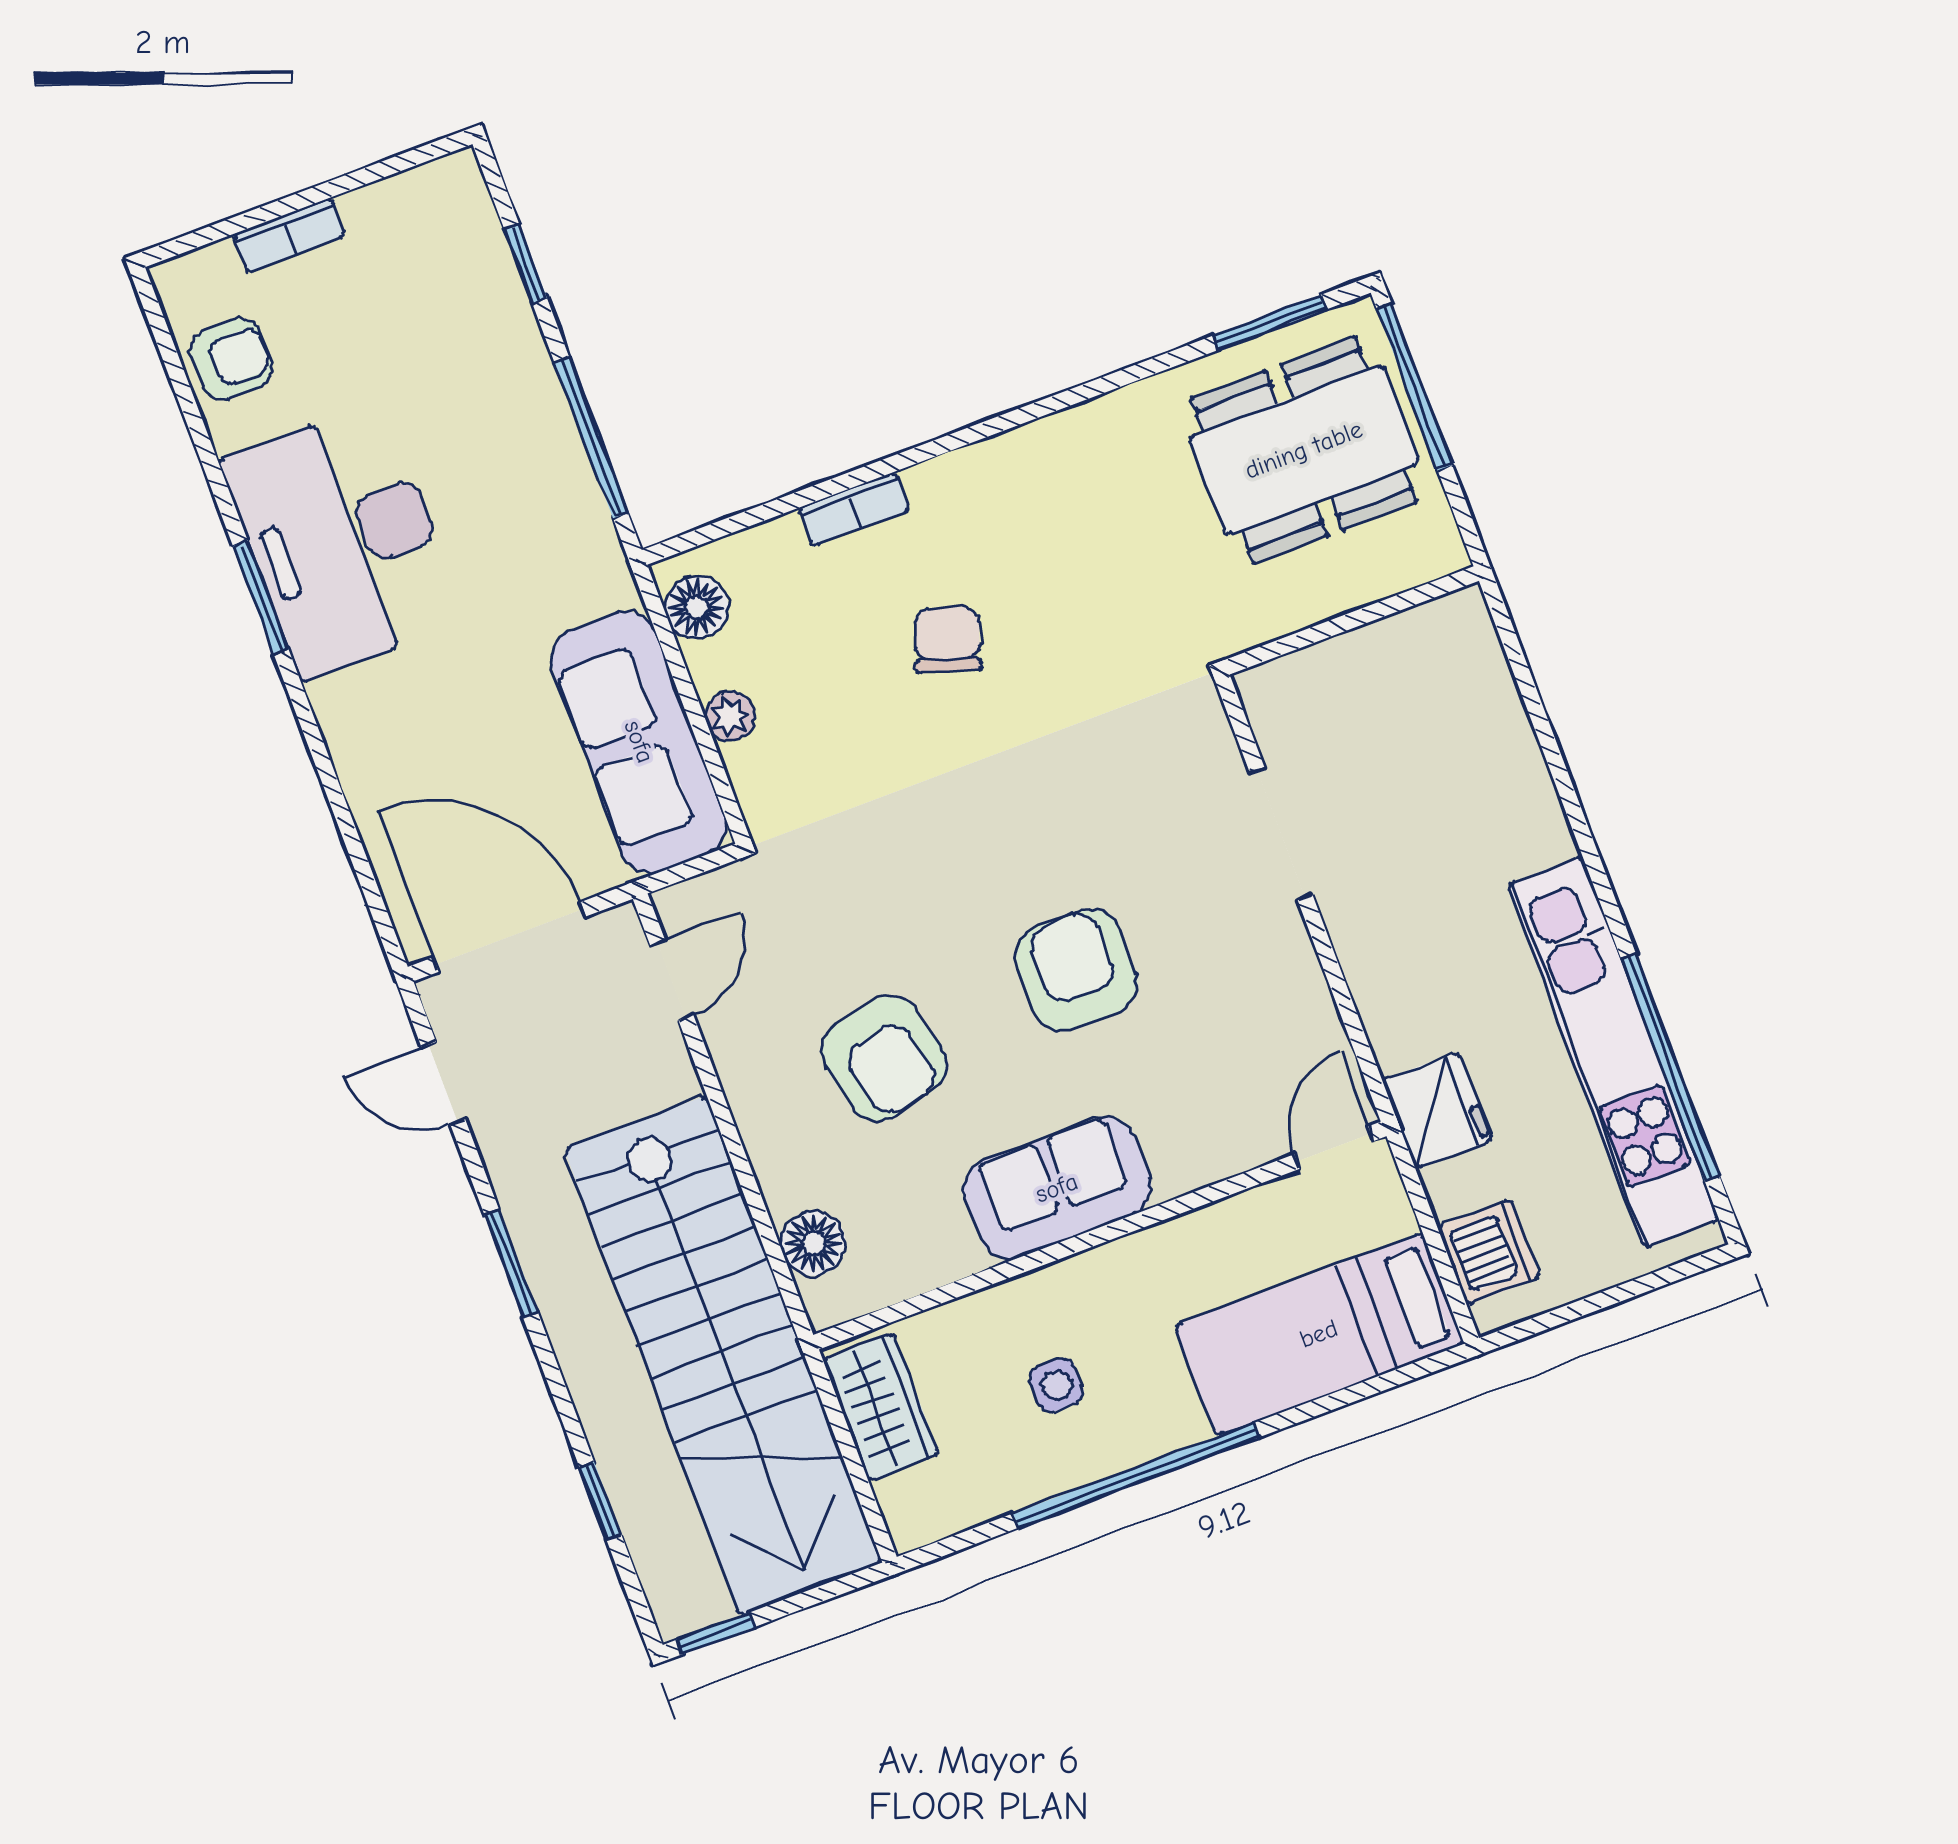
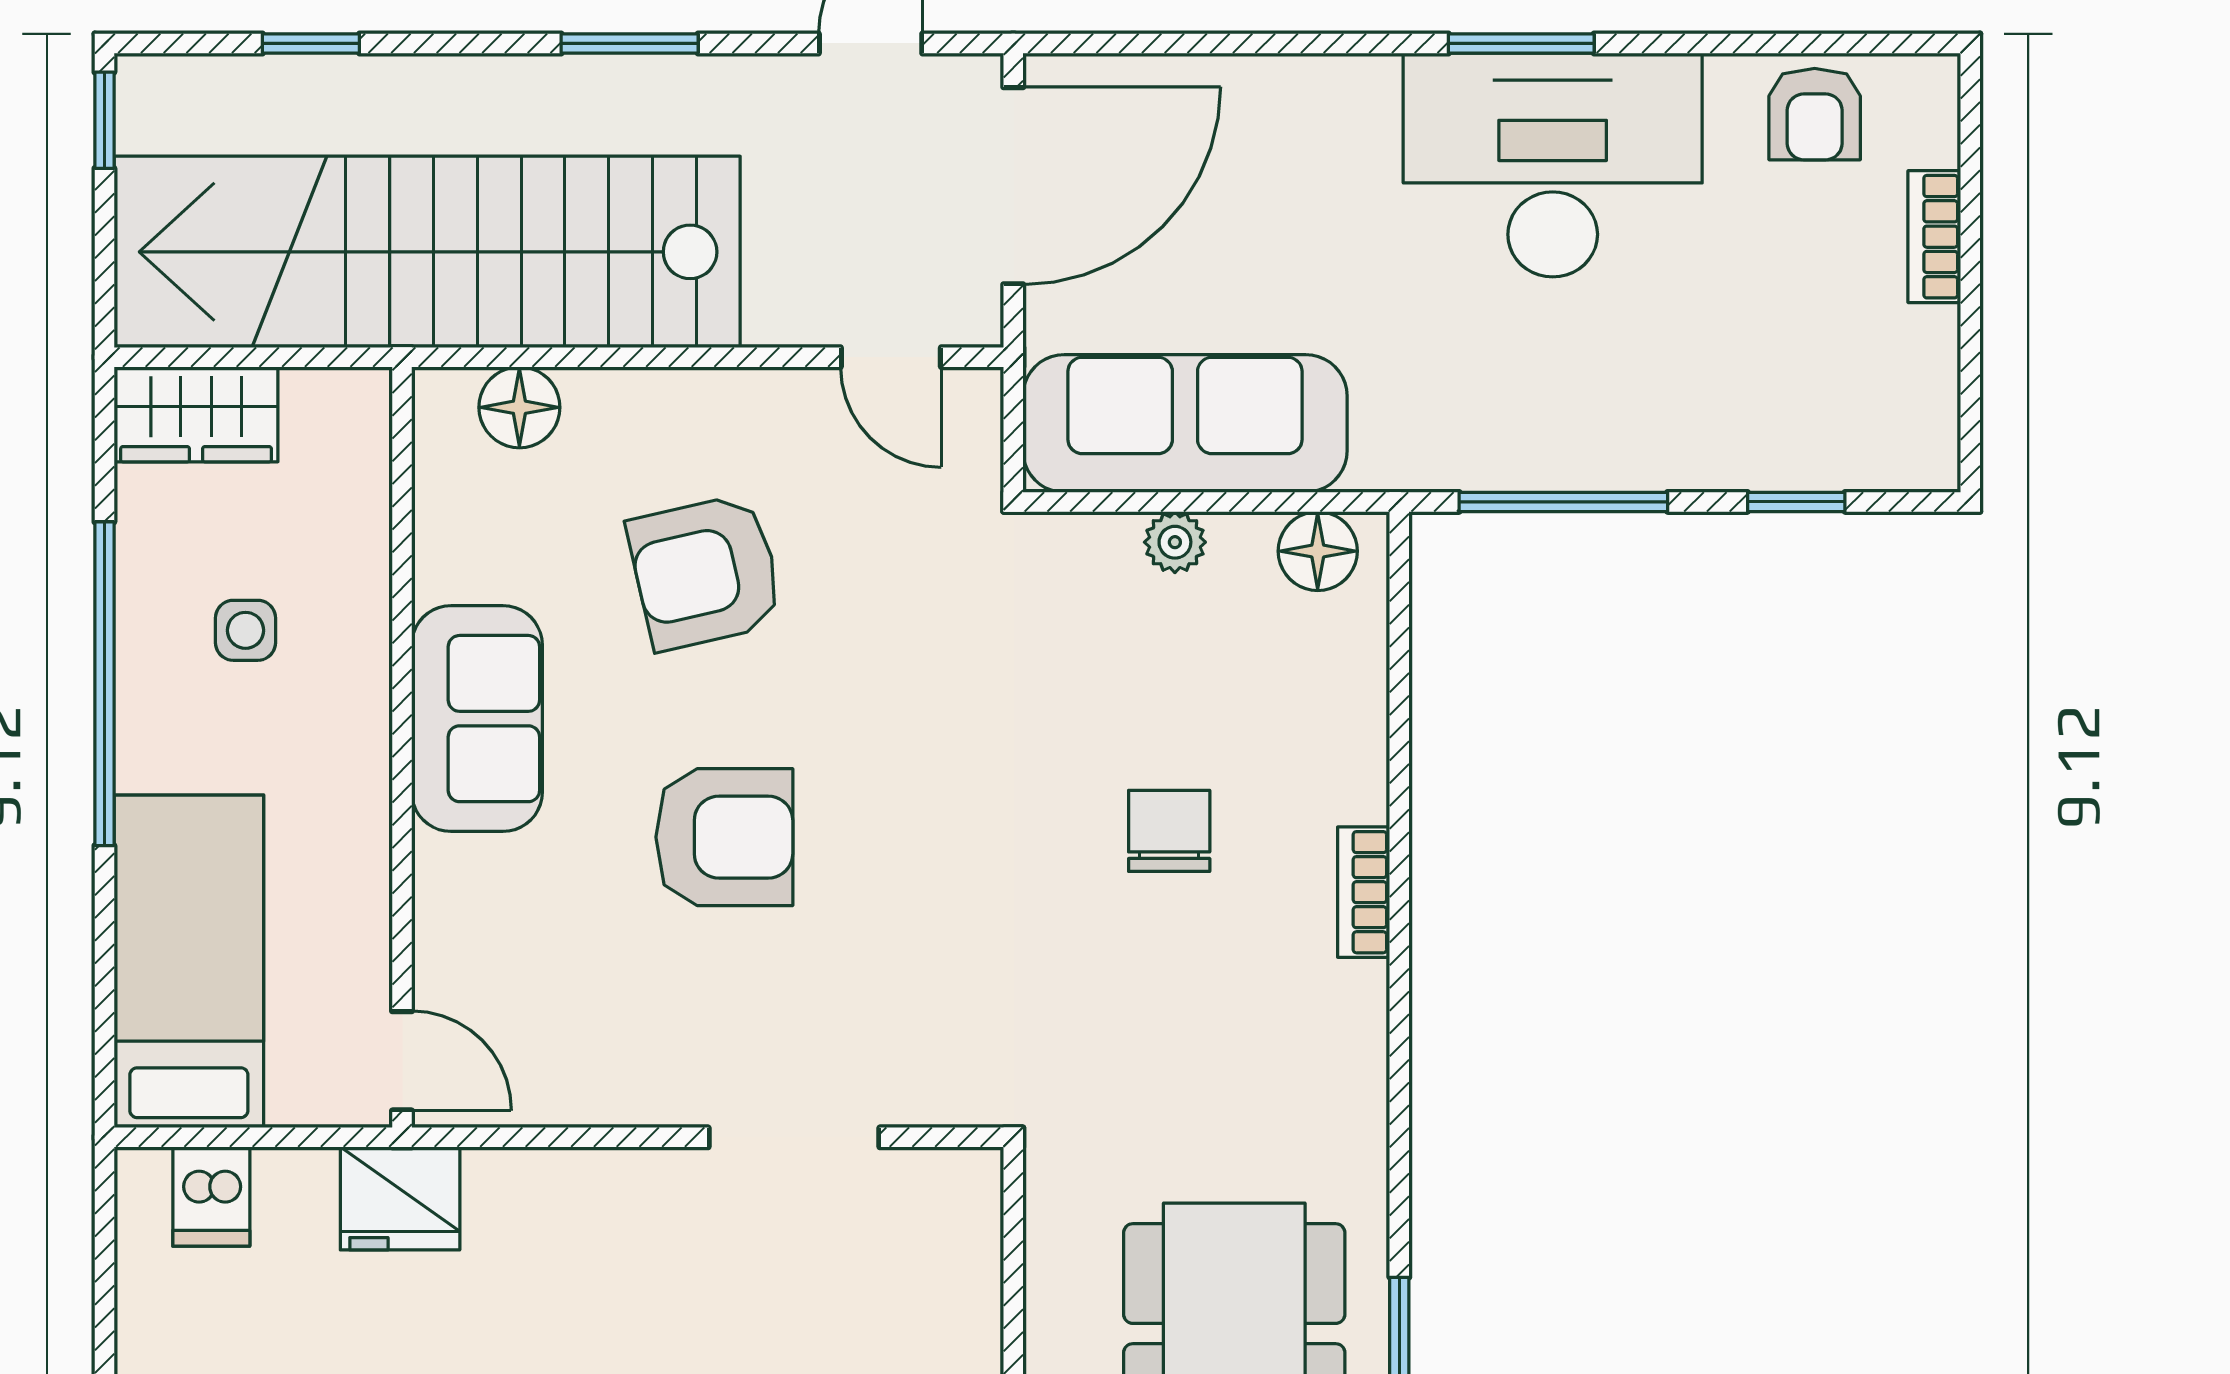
bookcase: (854, 509) -> (1364, 892), moved
chair: (947, 640) -> (1169, 831), turned -108
dishwasher: (1489, 1252) -> (211, 1197), width x0.73
wardrobe: (881, 1407) -> (196, 414), moved

